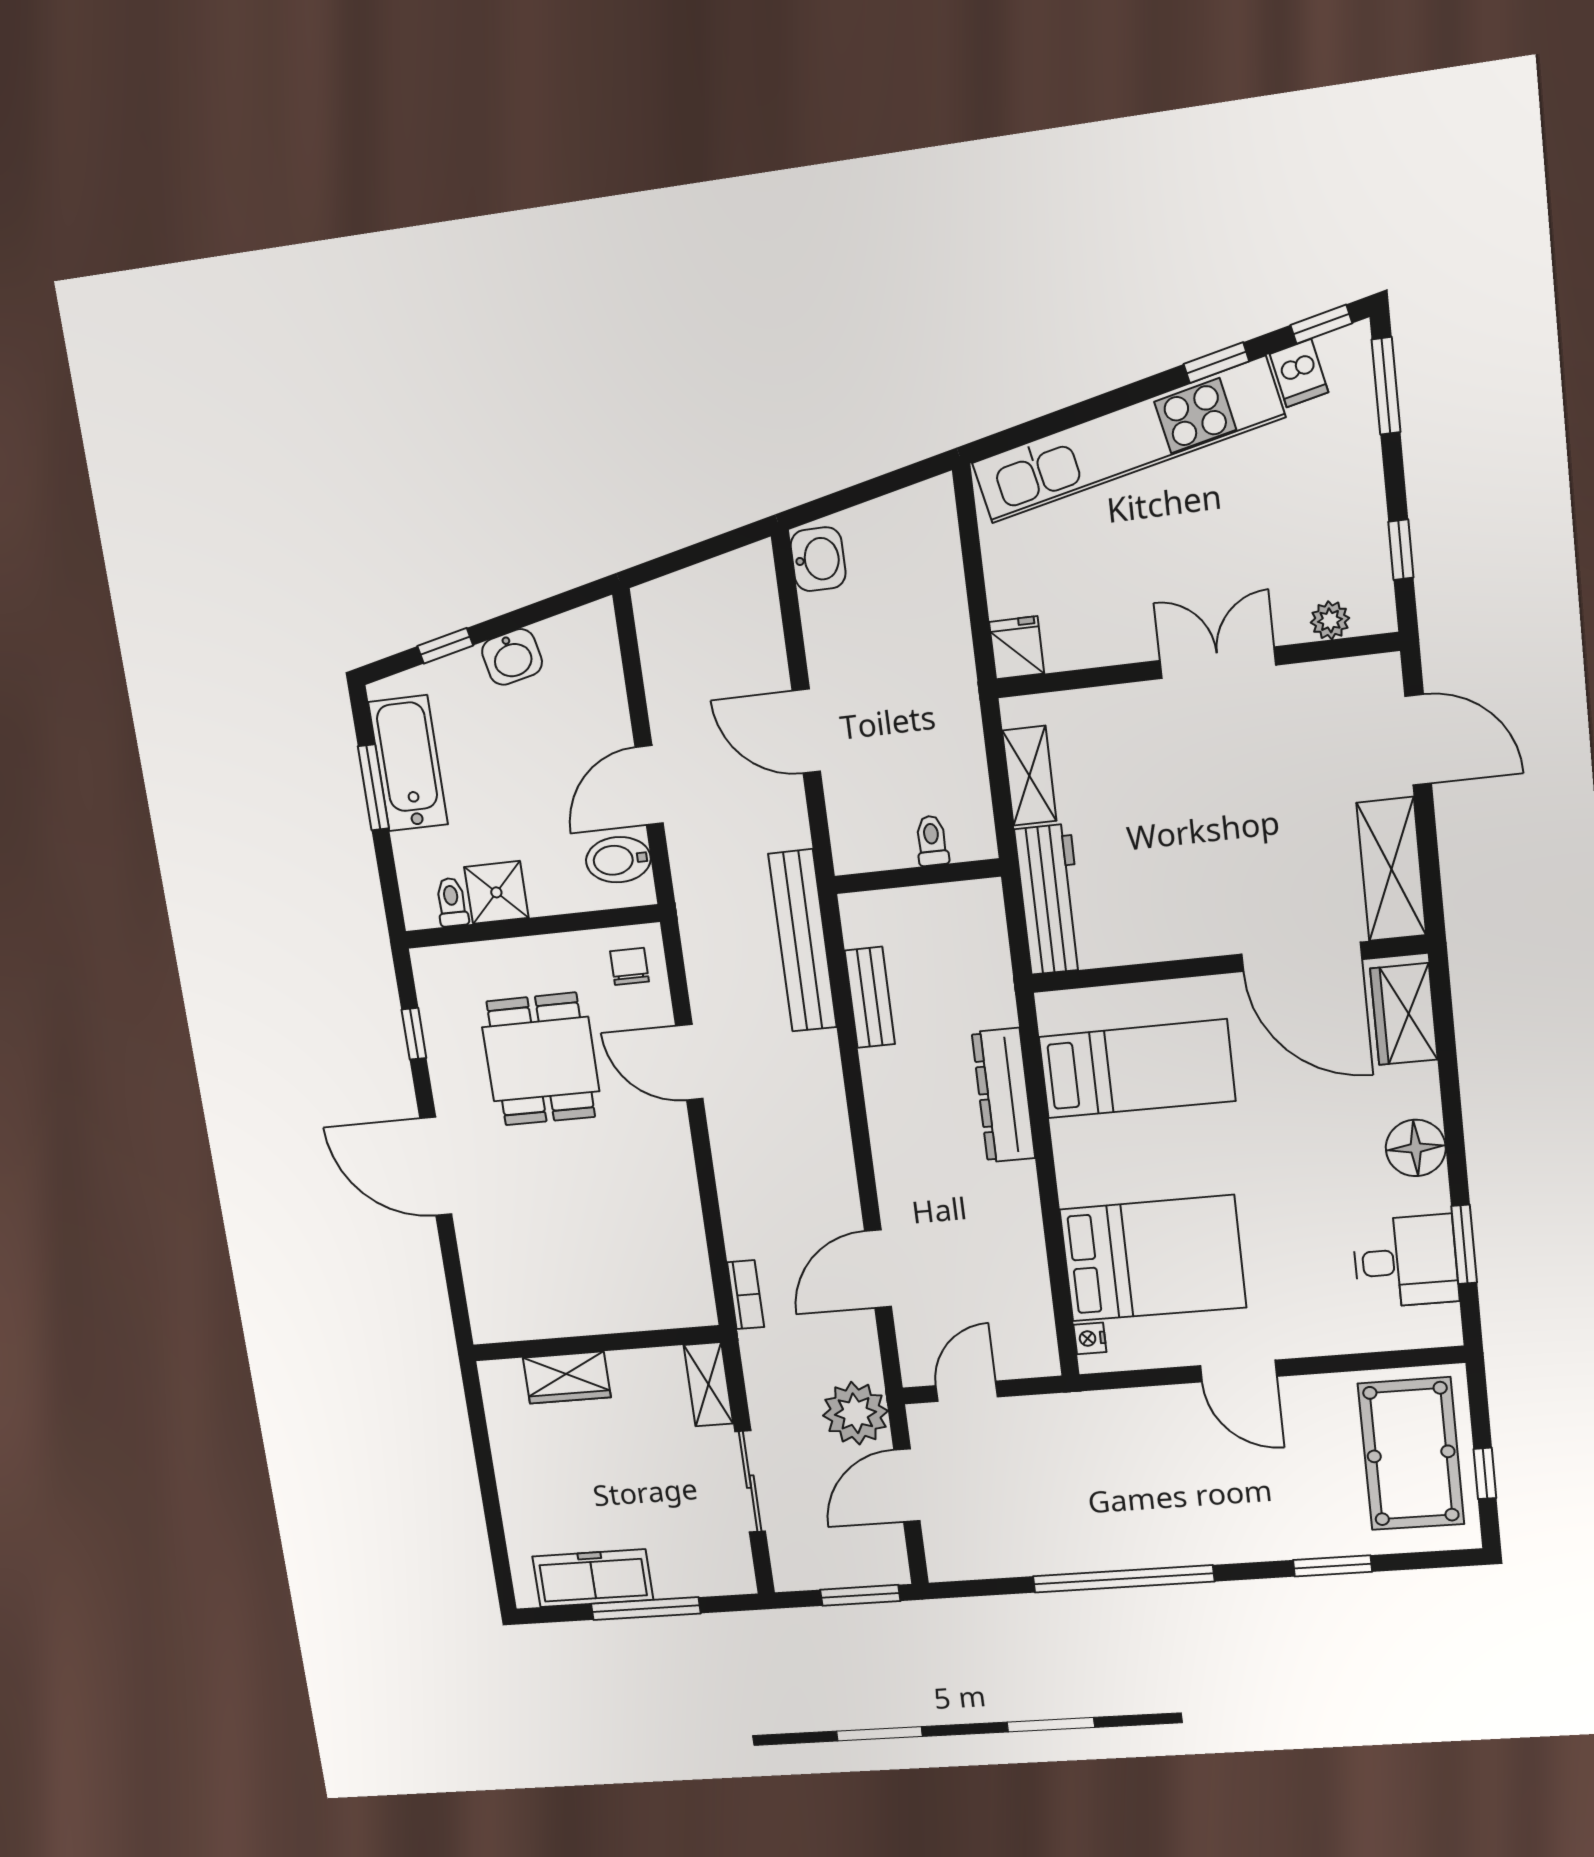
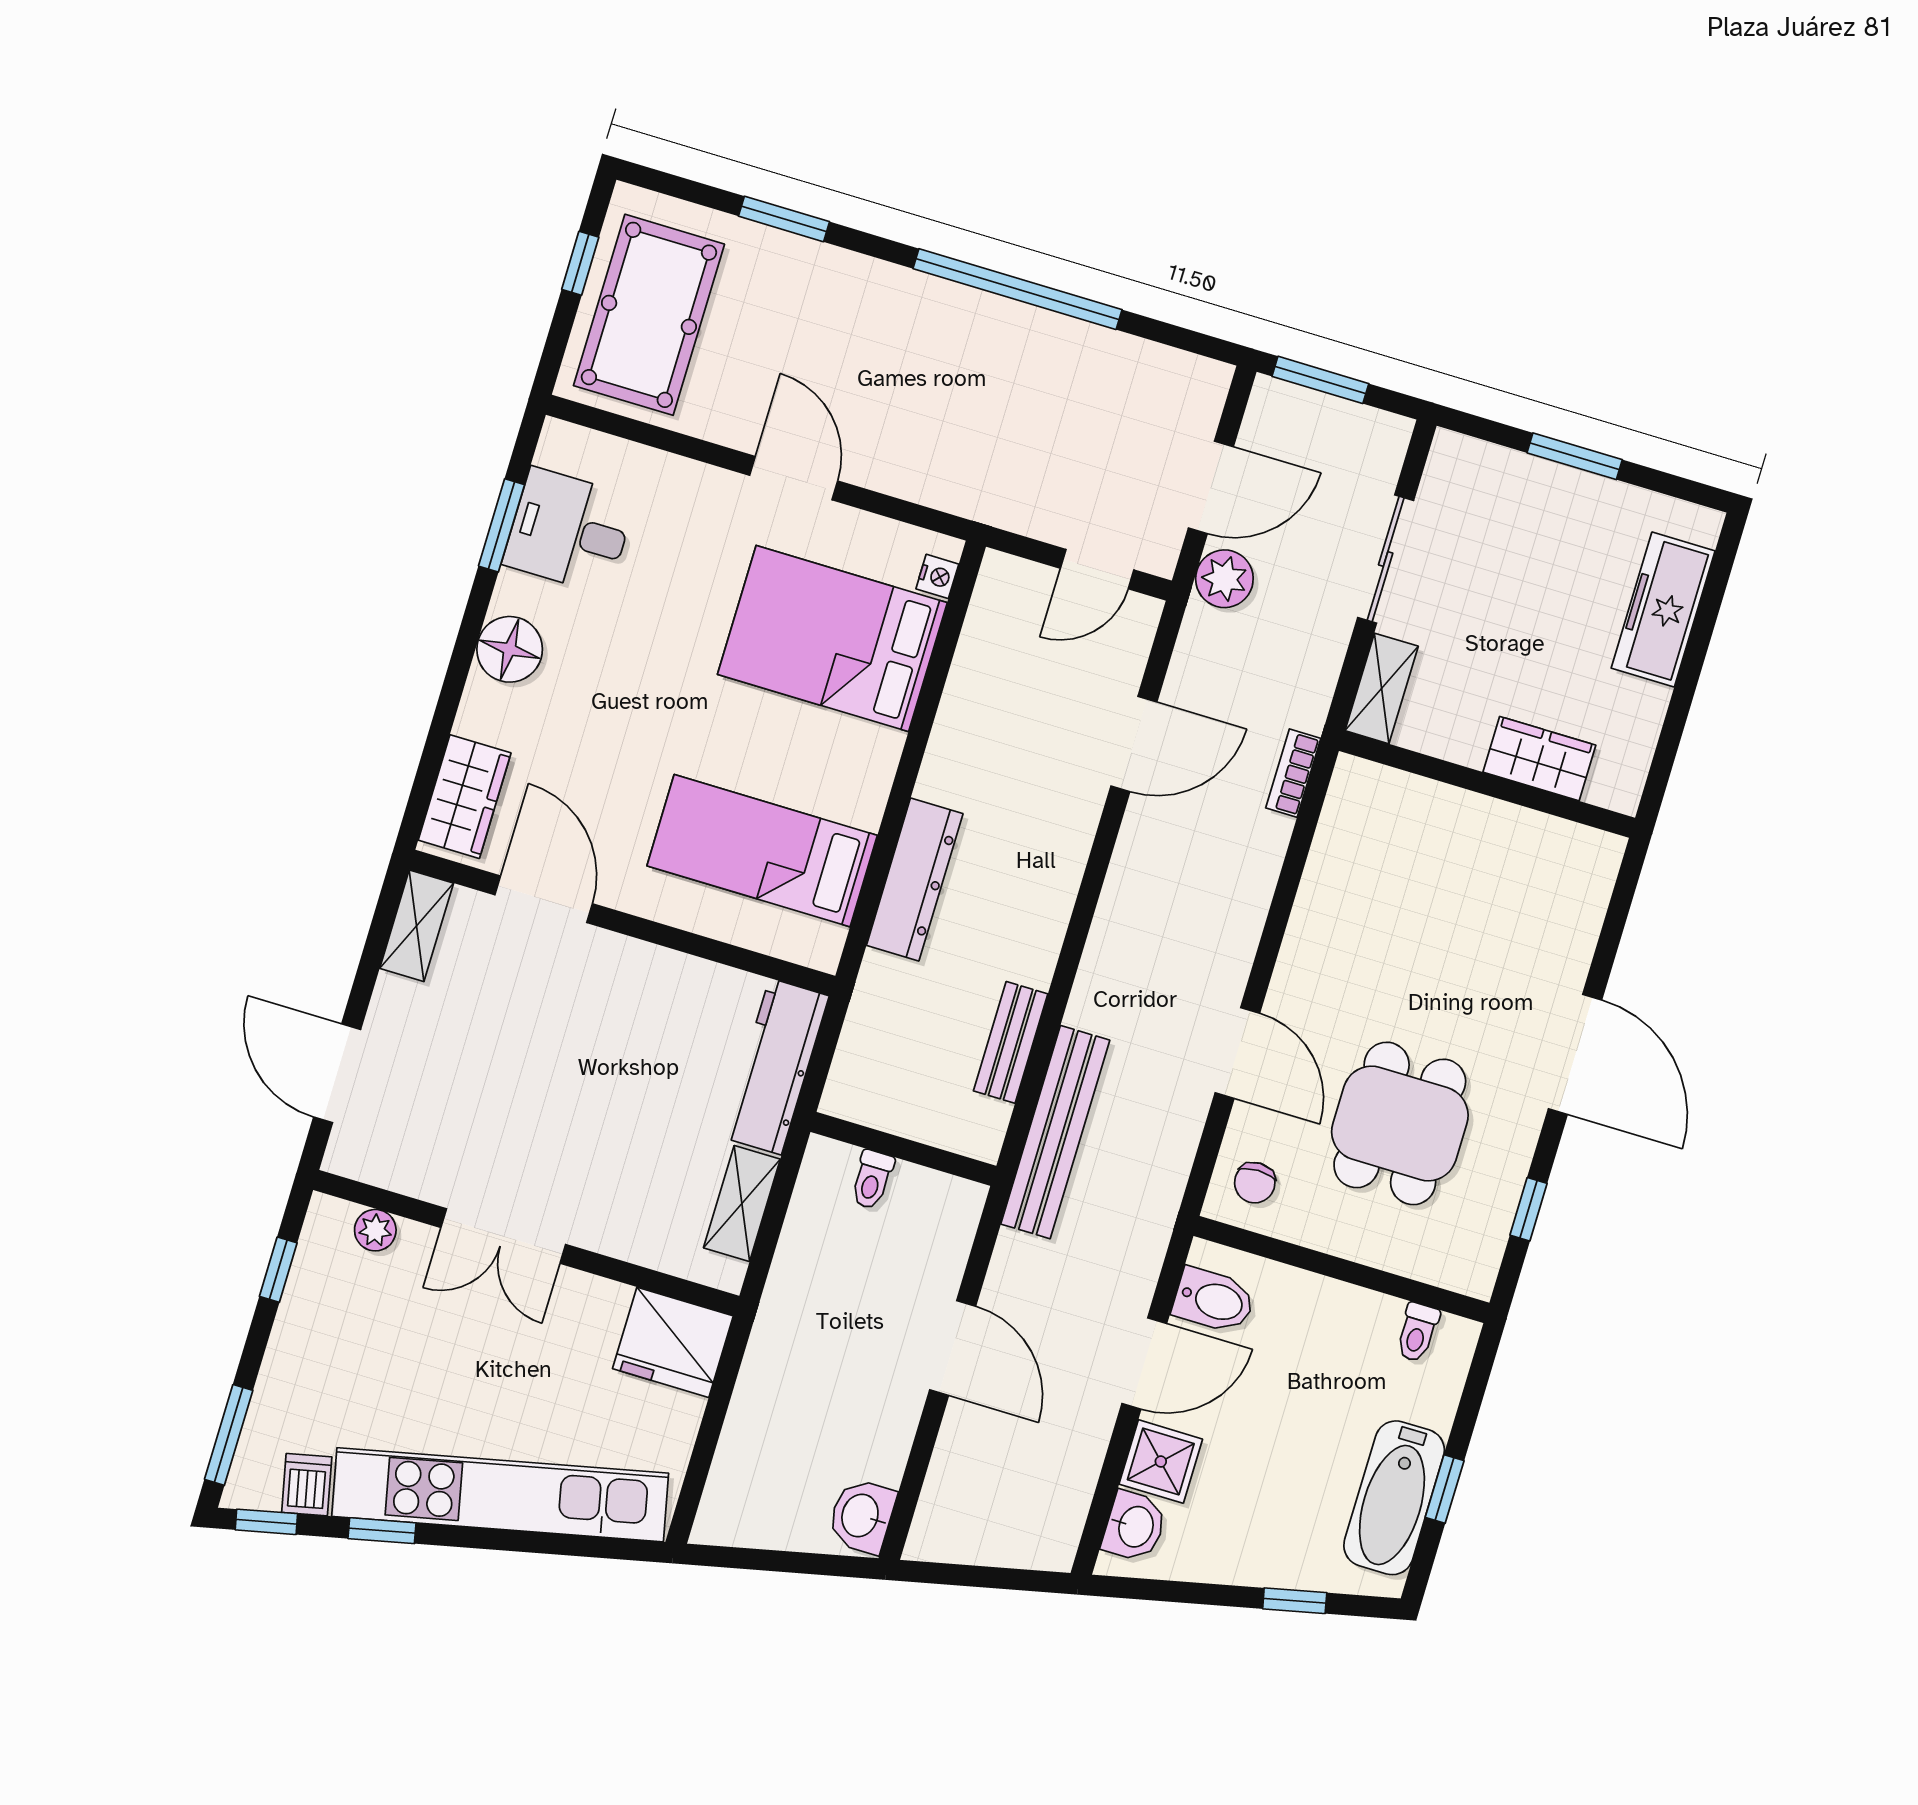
fridge: (1017, 648) -> (673, 1342), width x1.88, depth x1.34
washbasin: (512, 657) -> (1134, 1526), moved, turned 102
window: (373, 787) -> (1445, 1489), width x0.67
shelving: (1391, 869) -> (417, 926), width x0.67, depth x0.75
shower: (496, 892) -> (1161, 1462), moved
door: (1302, 957) -> (544, 899), width x0.73
plant: (855, 1413) -> (1224, 579), width x0.73, depth x0.73
freezer: (593, 1578) -> (1663, 610), moved, turned 90
window: (646, 1609) -> (1575, 456), width x0.69

